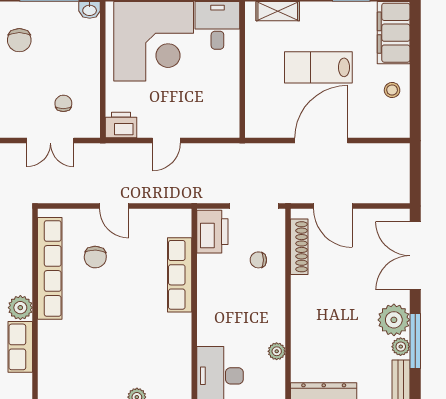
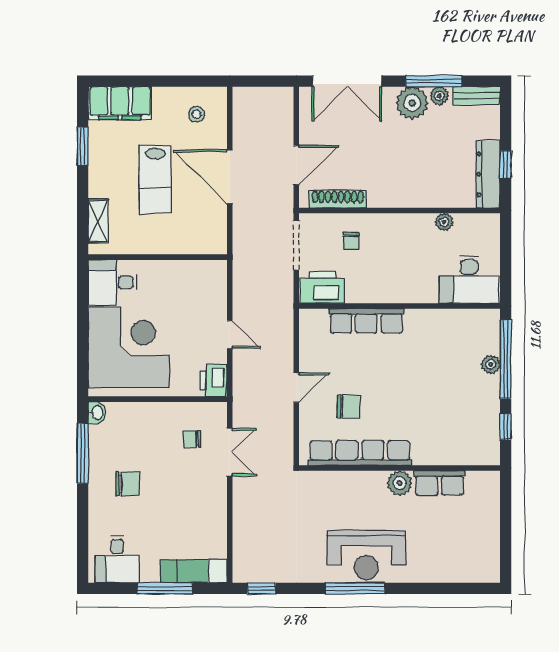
stool: (392, 90) -> (196, 114), moved

